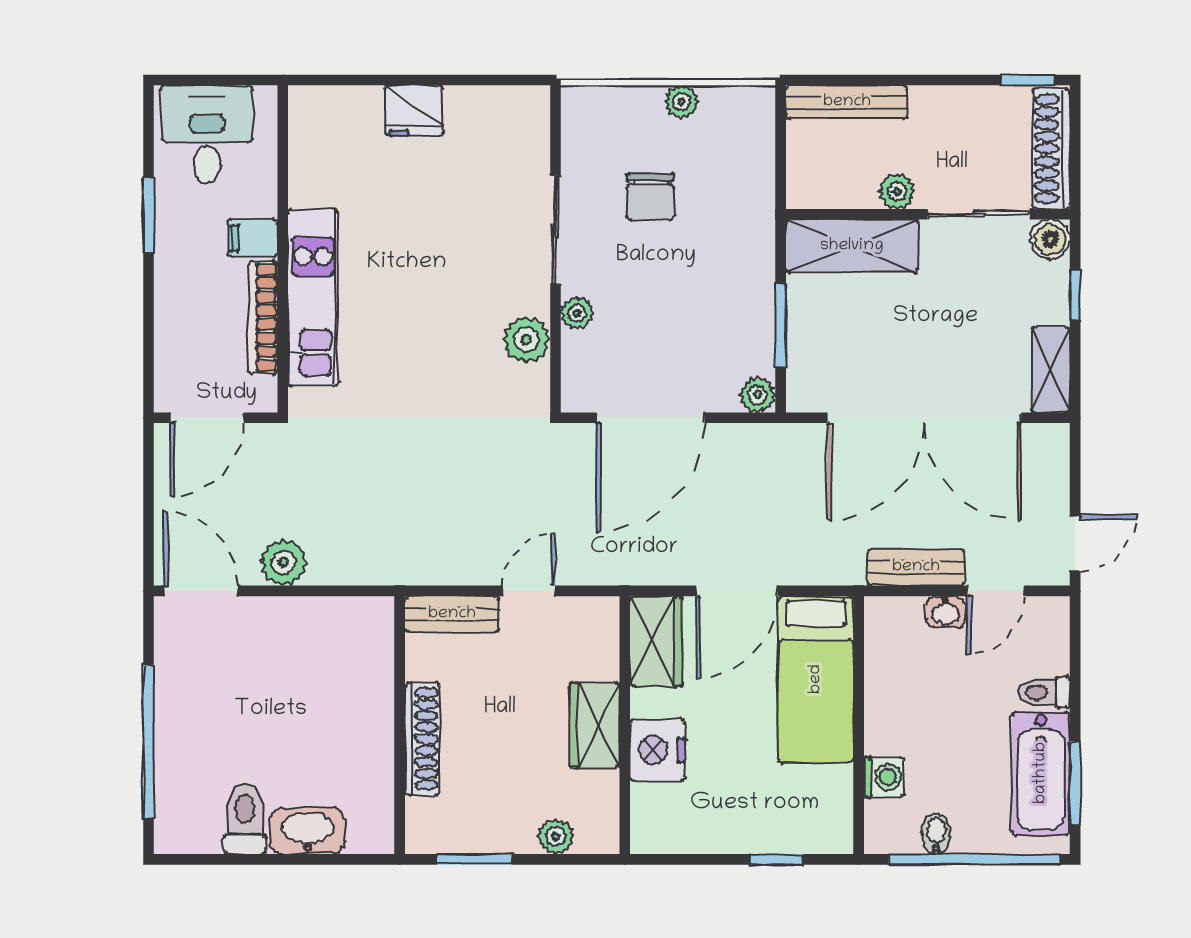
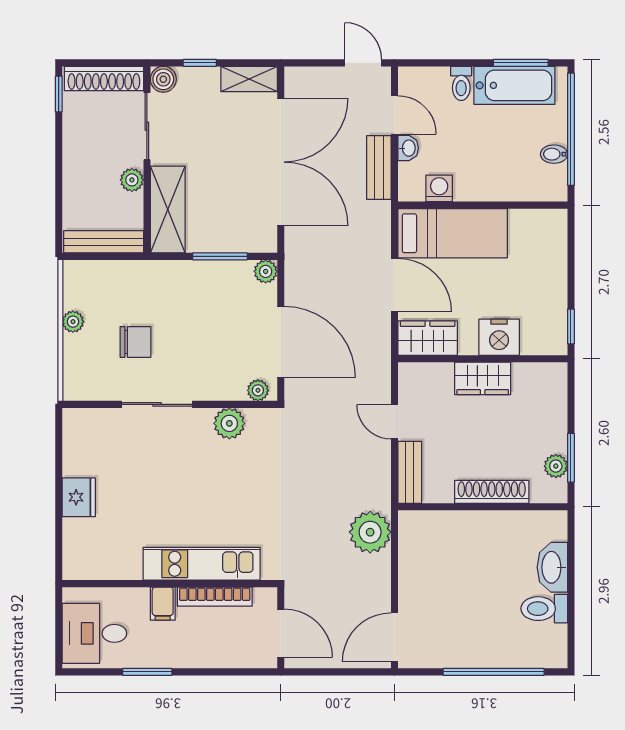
bench: (847, 102) -> (104, 242), moved, turned 90
plant: (577, 313) -> (258, 390), moved
plant: (283, 562) -> (370, 532), moved, width x1.36, depth x1.36
washing machine: (884, 777) -> (439, 188), moved
plant: (555, 836) -> (556, 466), moved
window: (776, 859) -> (571, 327), moved

